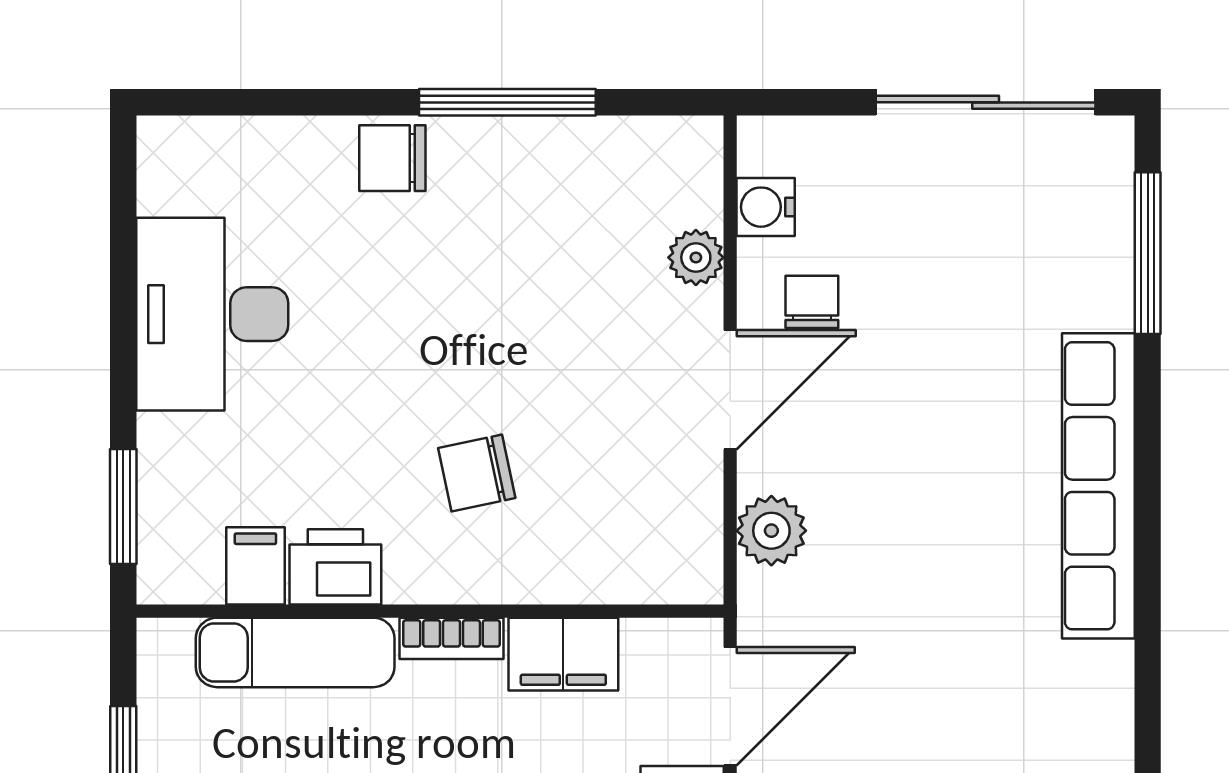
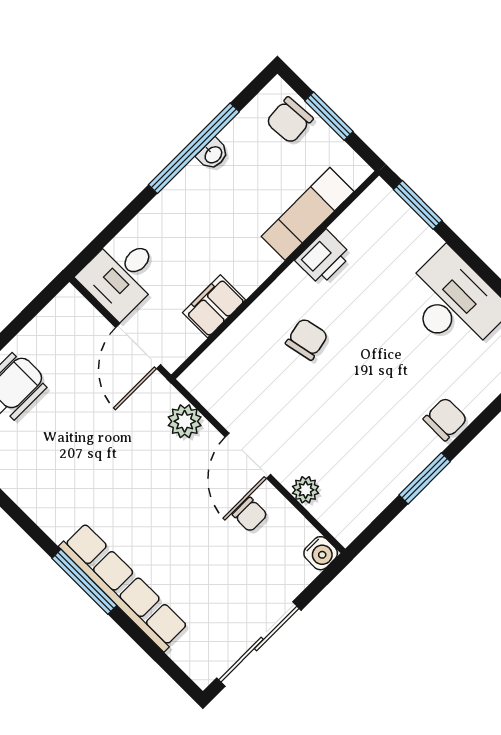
window: (507, 102) -> (425, 478), width x0.69
water cooler: (766, 207) -> (321, 553), moved, turned 90
window: (1148, 253) -> (84, 582), moved
row of seats: (1098, 486) -> (124, 587), moved
filing cabinet: (255, 566) -> (351, 230), removed
bookcase: (452, 638) -> (258, 273), removed

